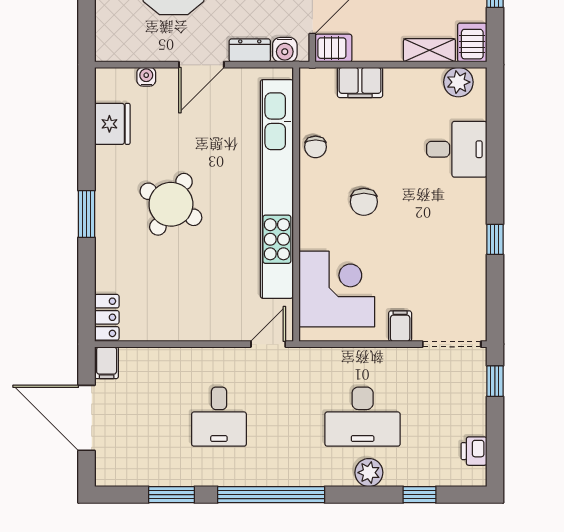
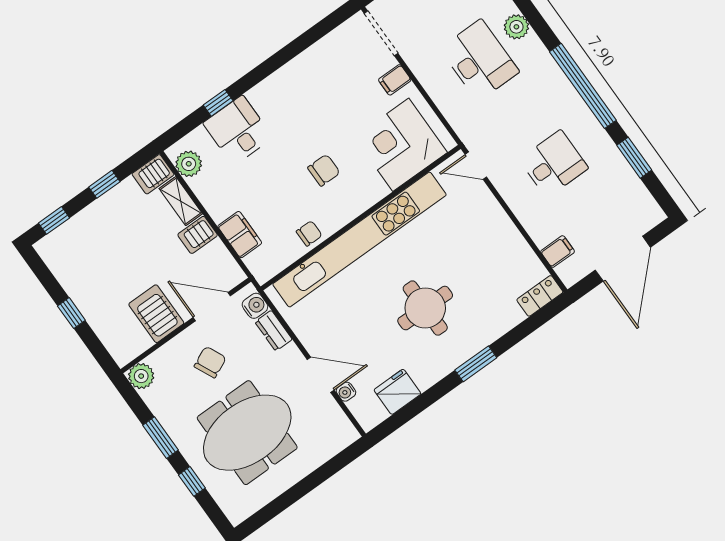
server rack: (333, 48) -> (198, 235), moved, turned -90
door: (201, 65) -> (321, 375), moved
round table: (171, 204) -> (425, 308), turned -30
window: (495, 239) -> (218, 103), moved
filing cabinet: (107, 363) -> (558, 252), moved

